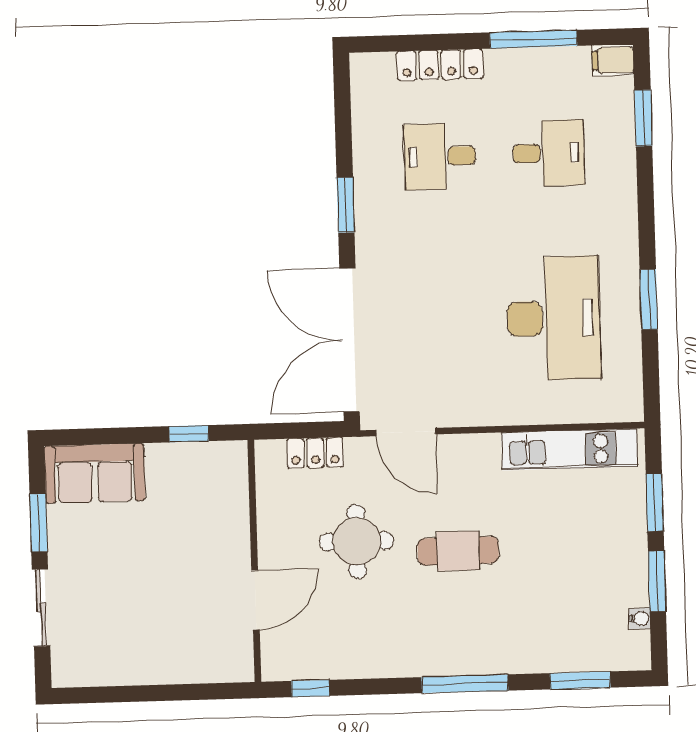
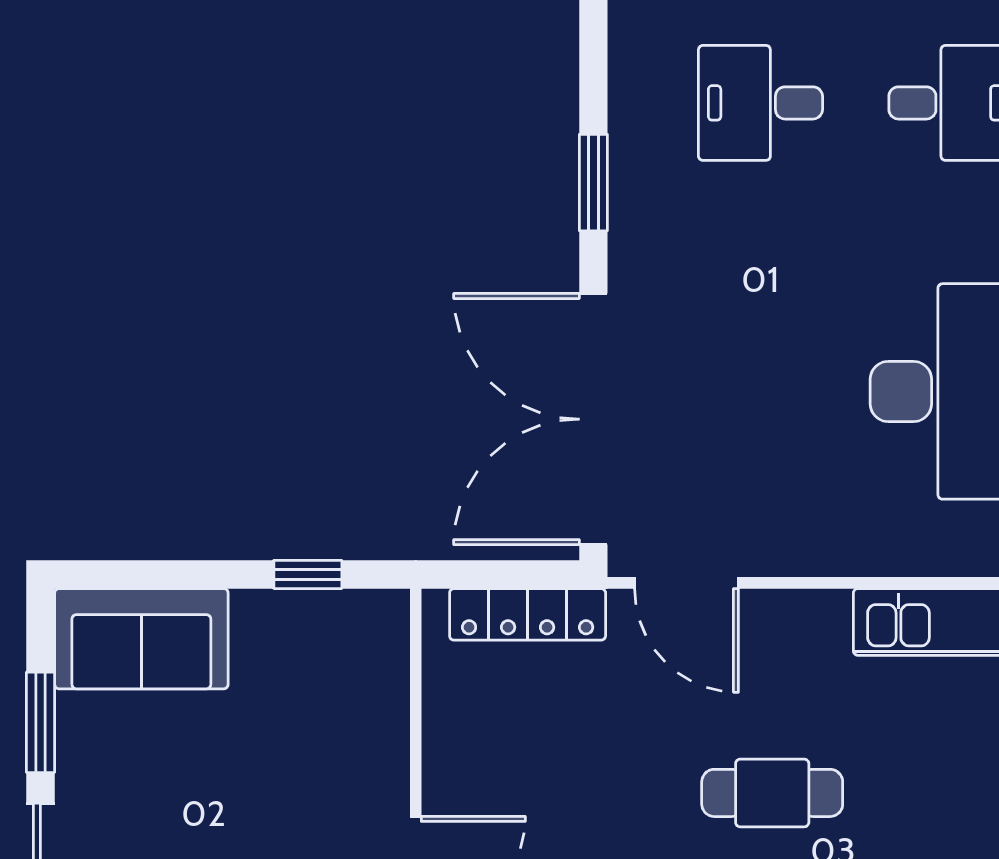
locker: (315, 453) -> (528, 614), width x1.53
round table: (357, 541) -> (595, 771), removed

